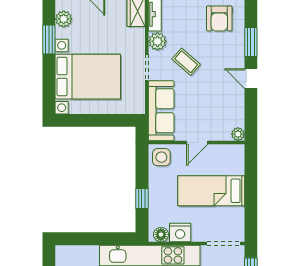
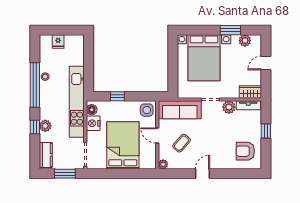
window: (251, 42) -> (228, 174), removed
coffee table: (186, 62) -> (182, 143), moved
bed: (211, 191) -> (123, 145), width x1.50

